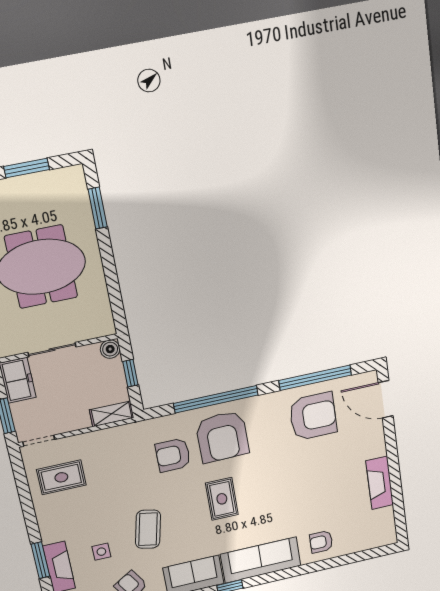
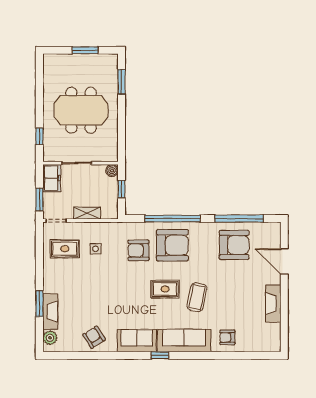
door: (386, 399) -> (284, 262), moved
shelving: (112, 414) -> (87, 213), moved
armchair: (222, 437) -> (172, 245), turned -89
rug: (222, 499) -> (165, 289), turned 90
coffee table: (148, 529) -> (197, 297), moved
side table: (101, 552) -> (96, 249), moved

